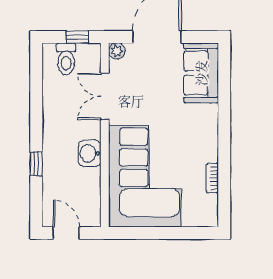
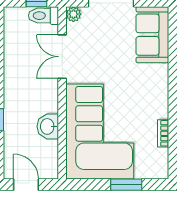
toilet: (66, 59) -> (43, 16), moved, turned 90
washbasin: (89, 153) -> (48, 126), moved
window: (173, 233) -> (126, 185), added

